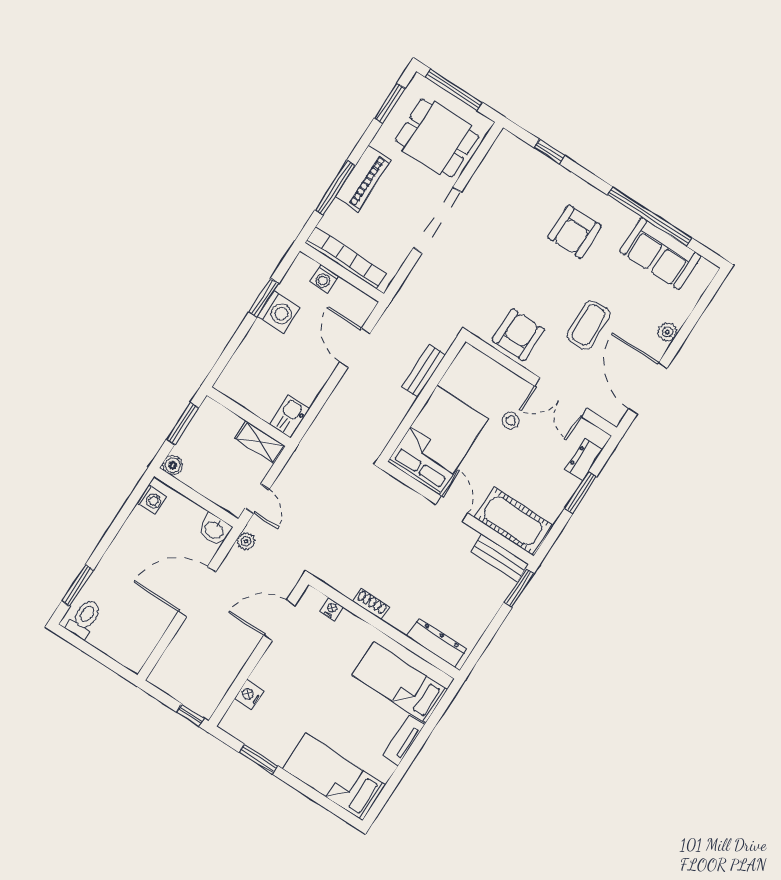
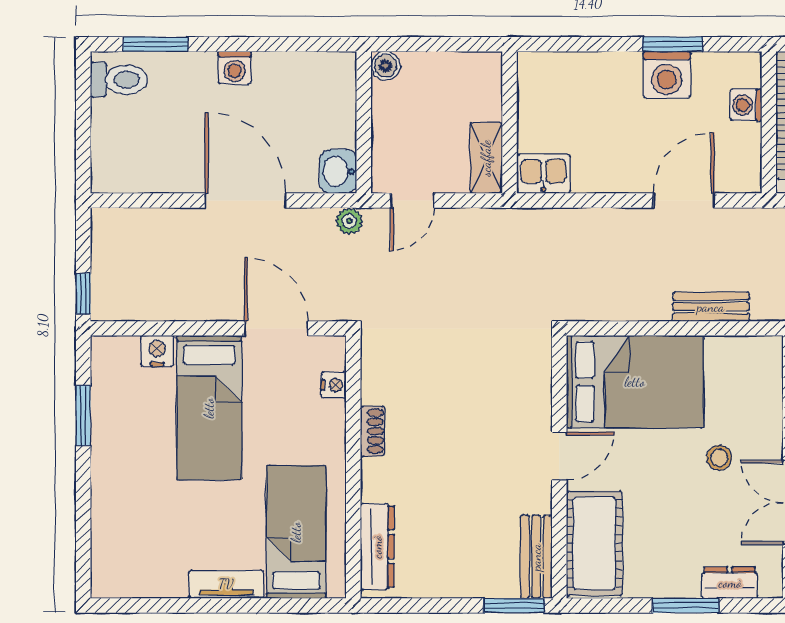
window: (183, 424) -> (446, 44), removed
washing machine: (152, 500) -> (235, 68), moved
bed: (334, 777) -> (209, 408), moved, turned 180

